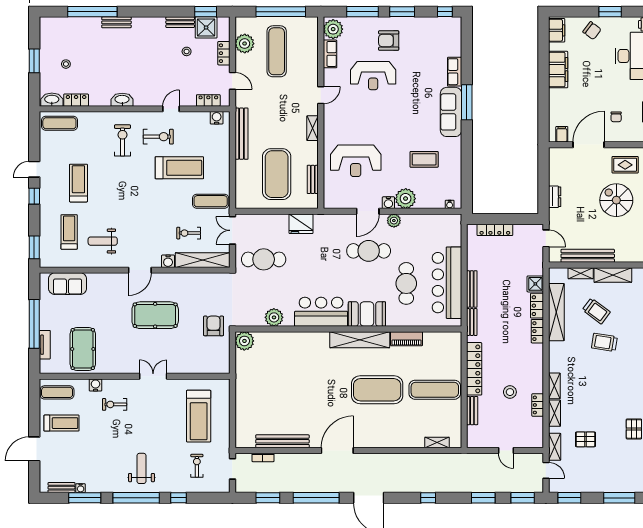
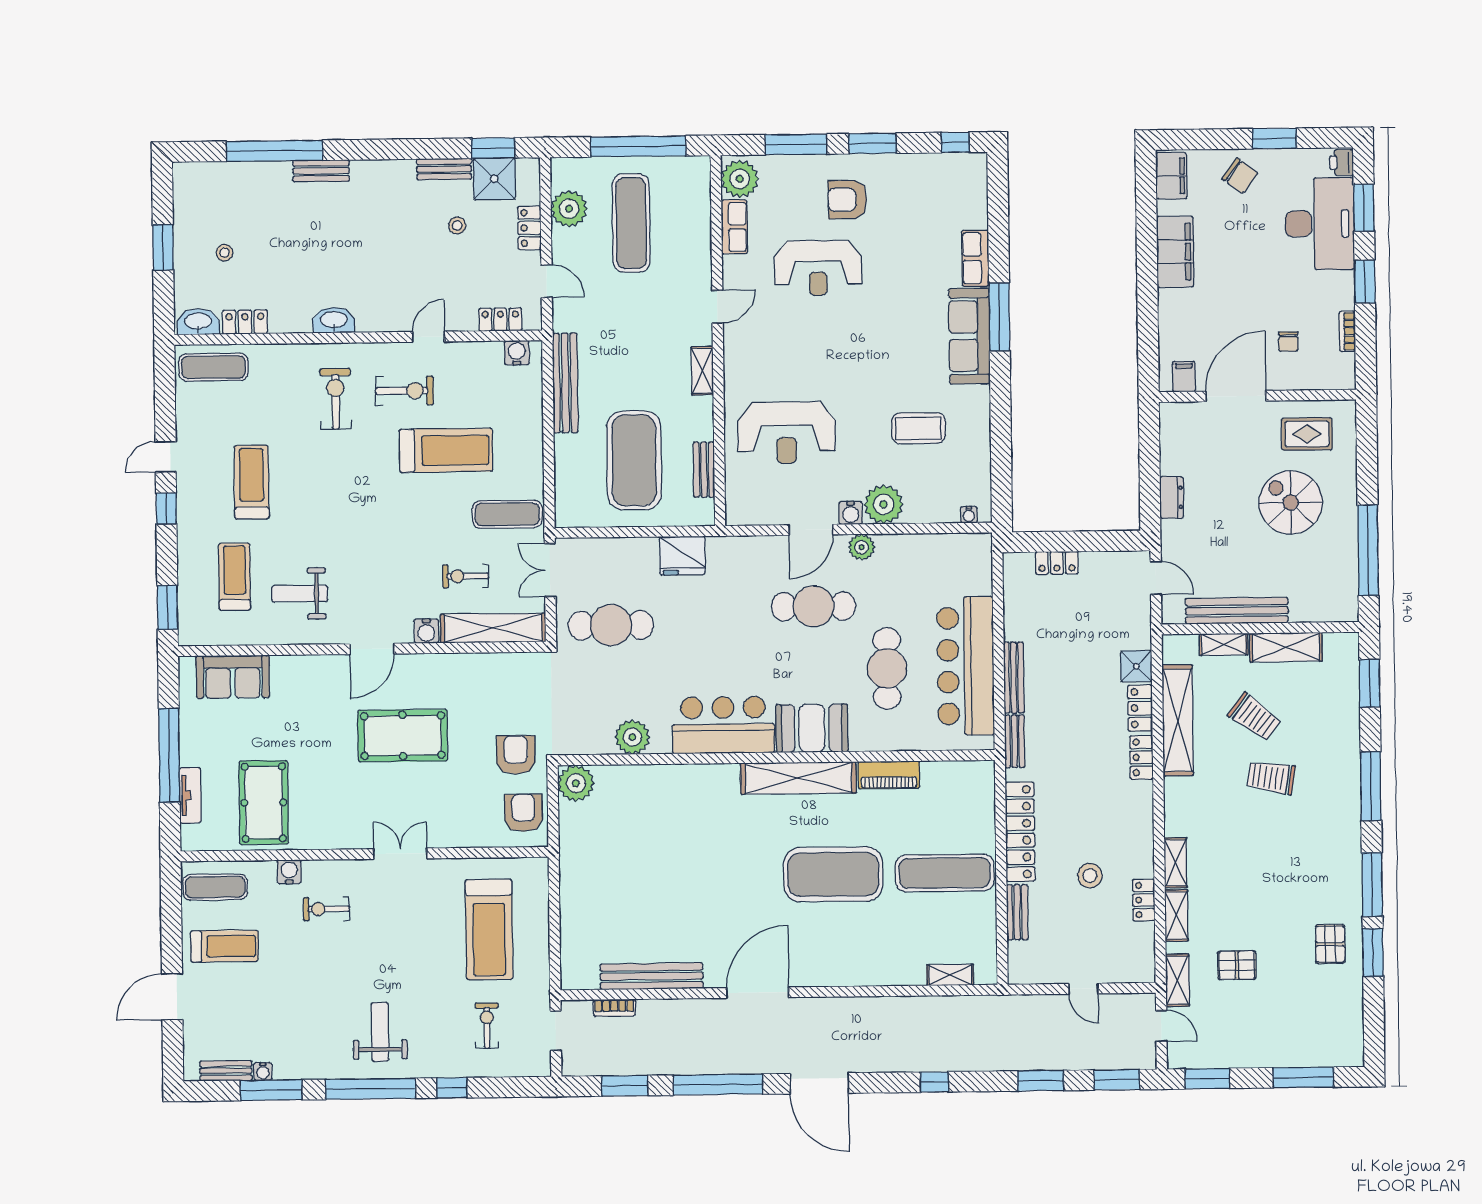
locker: (495, 230) -> (1057, 563), width x0.66
armchair: (217, 356) -> (523, 813), added

